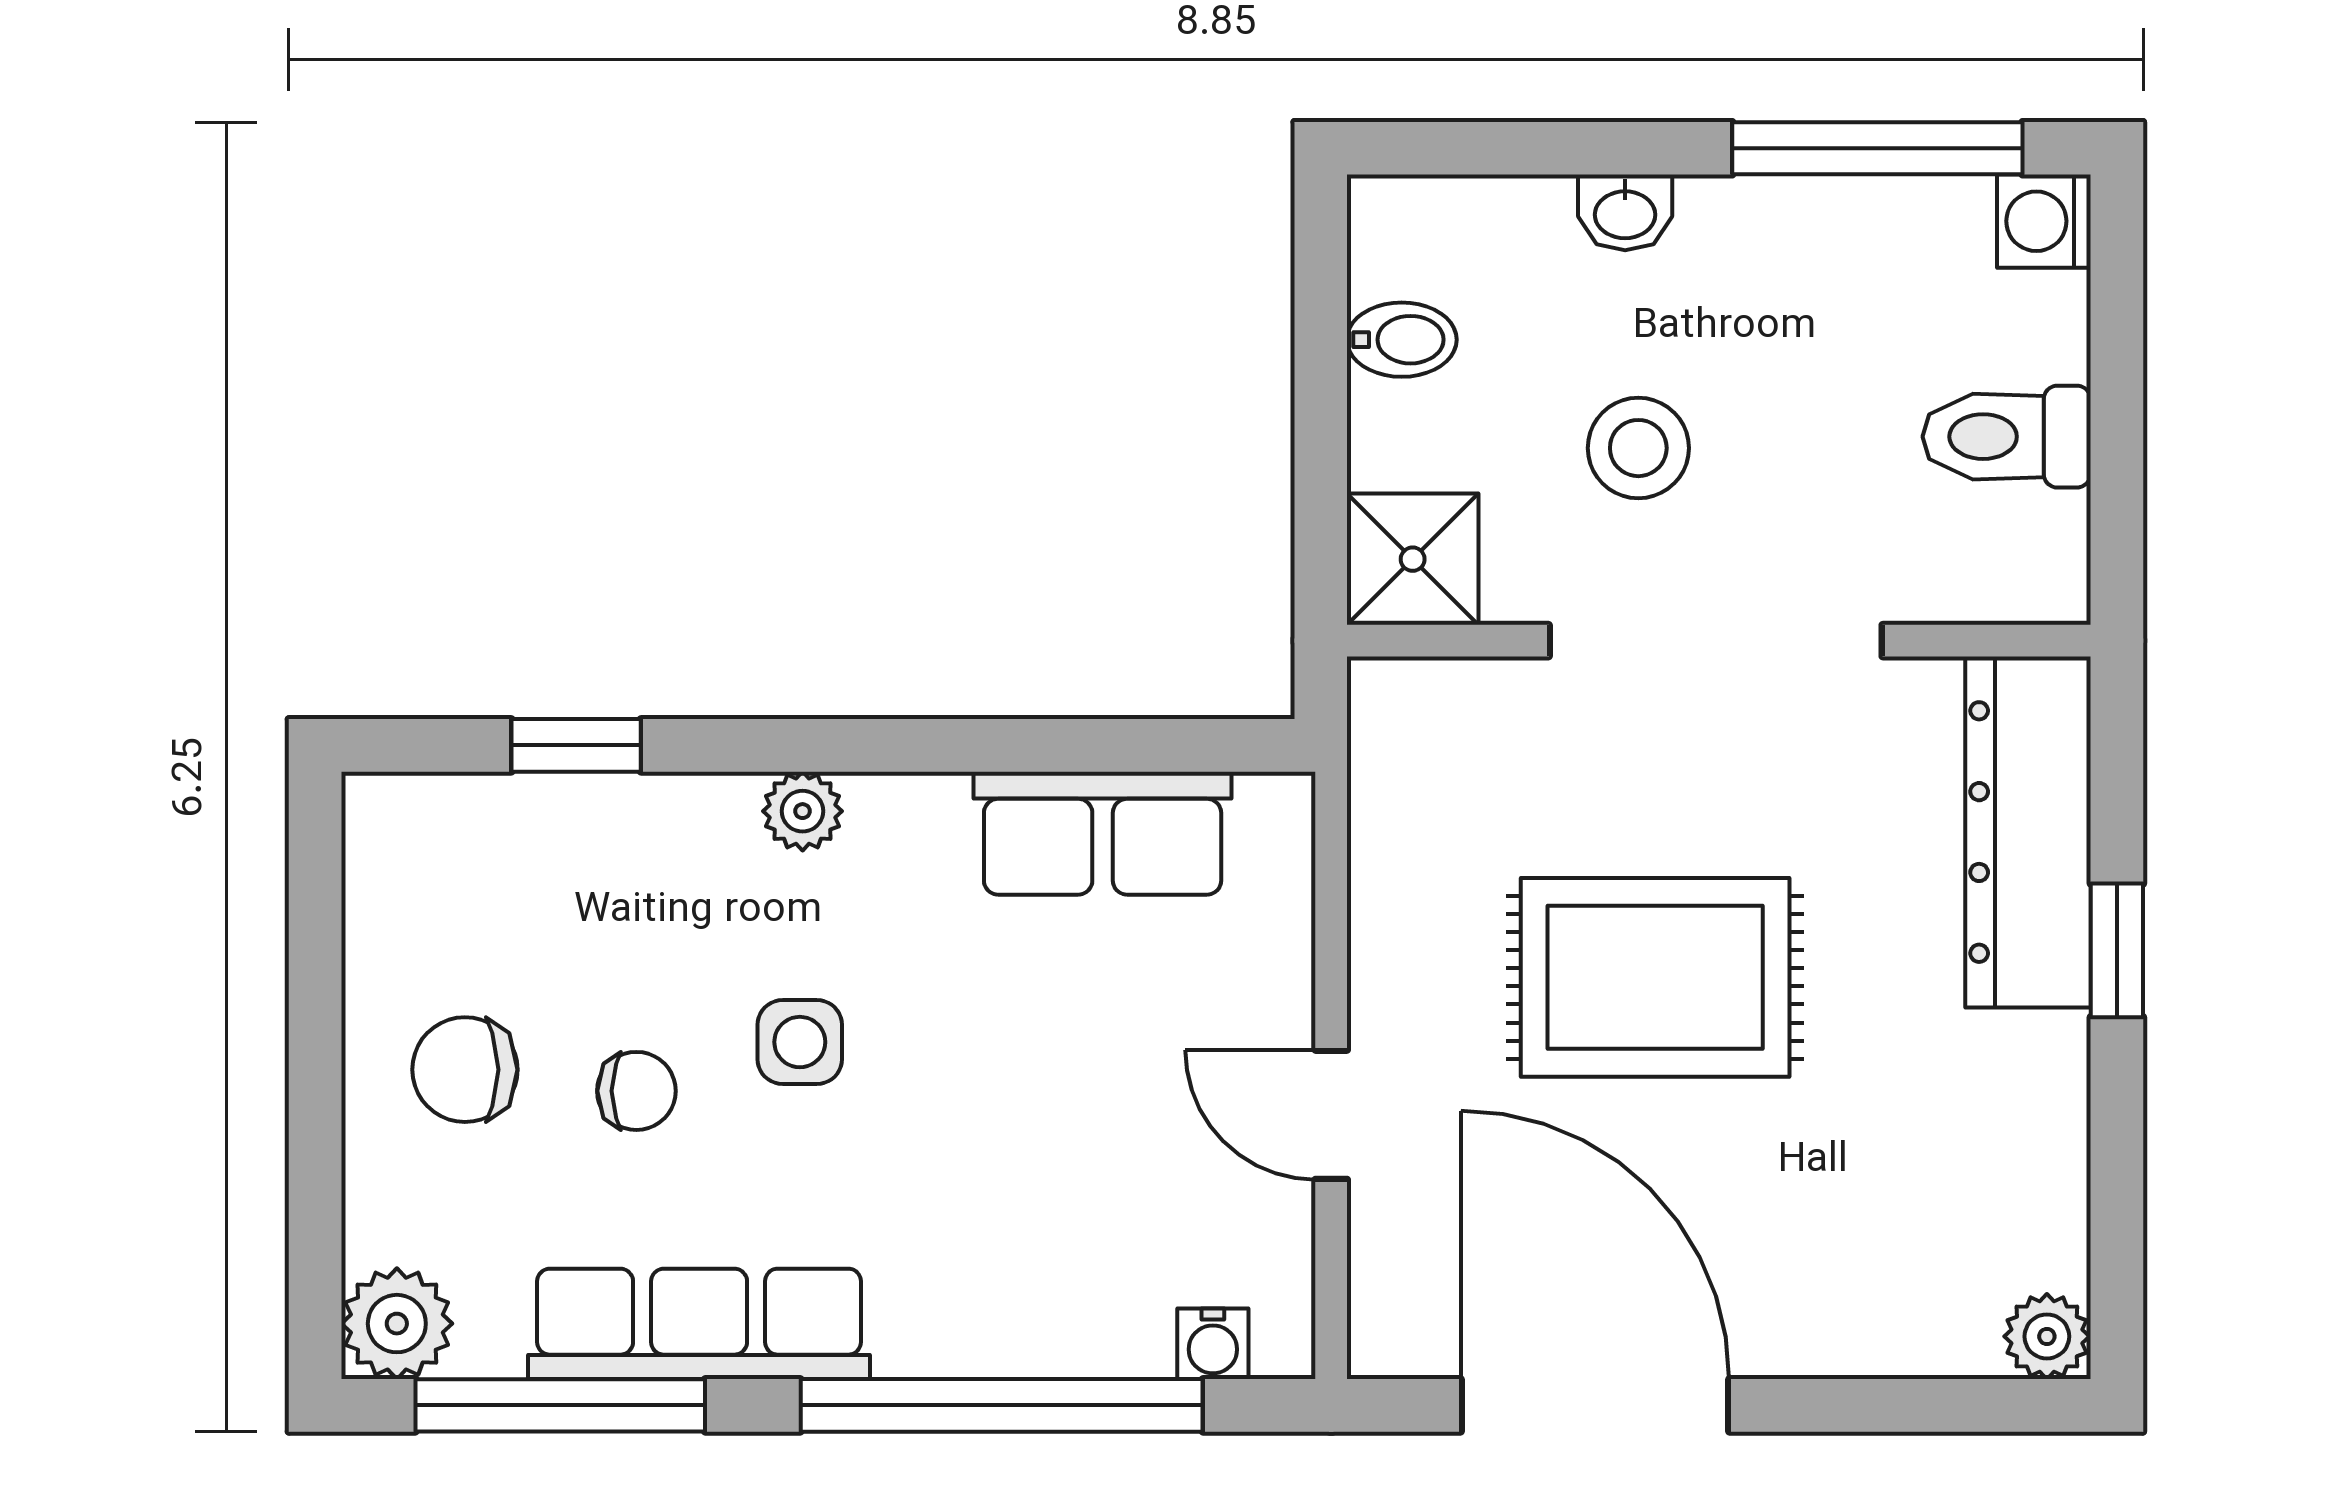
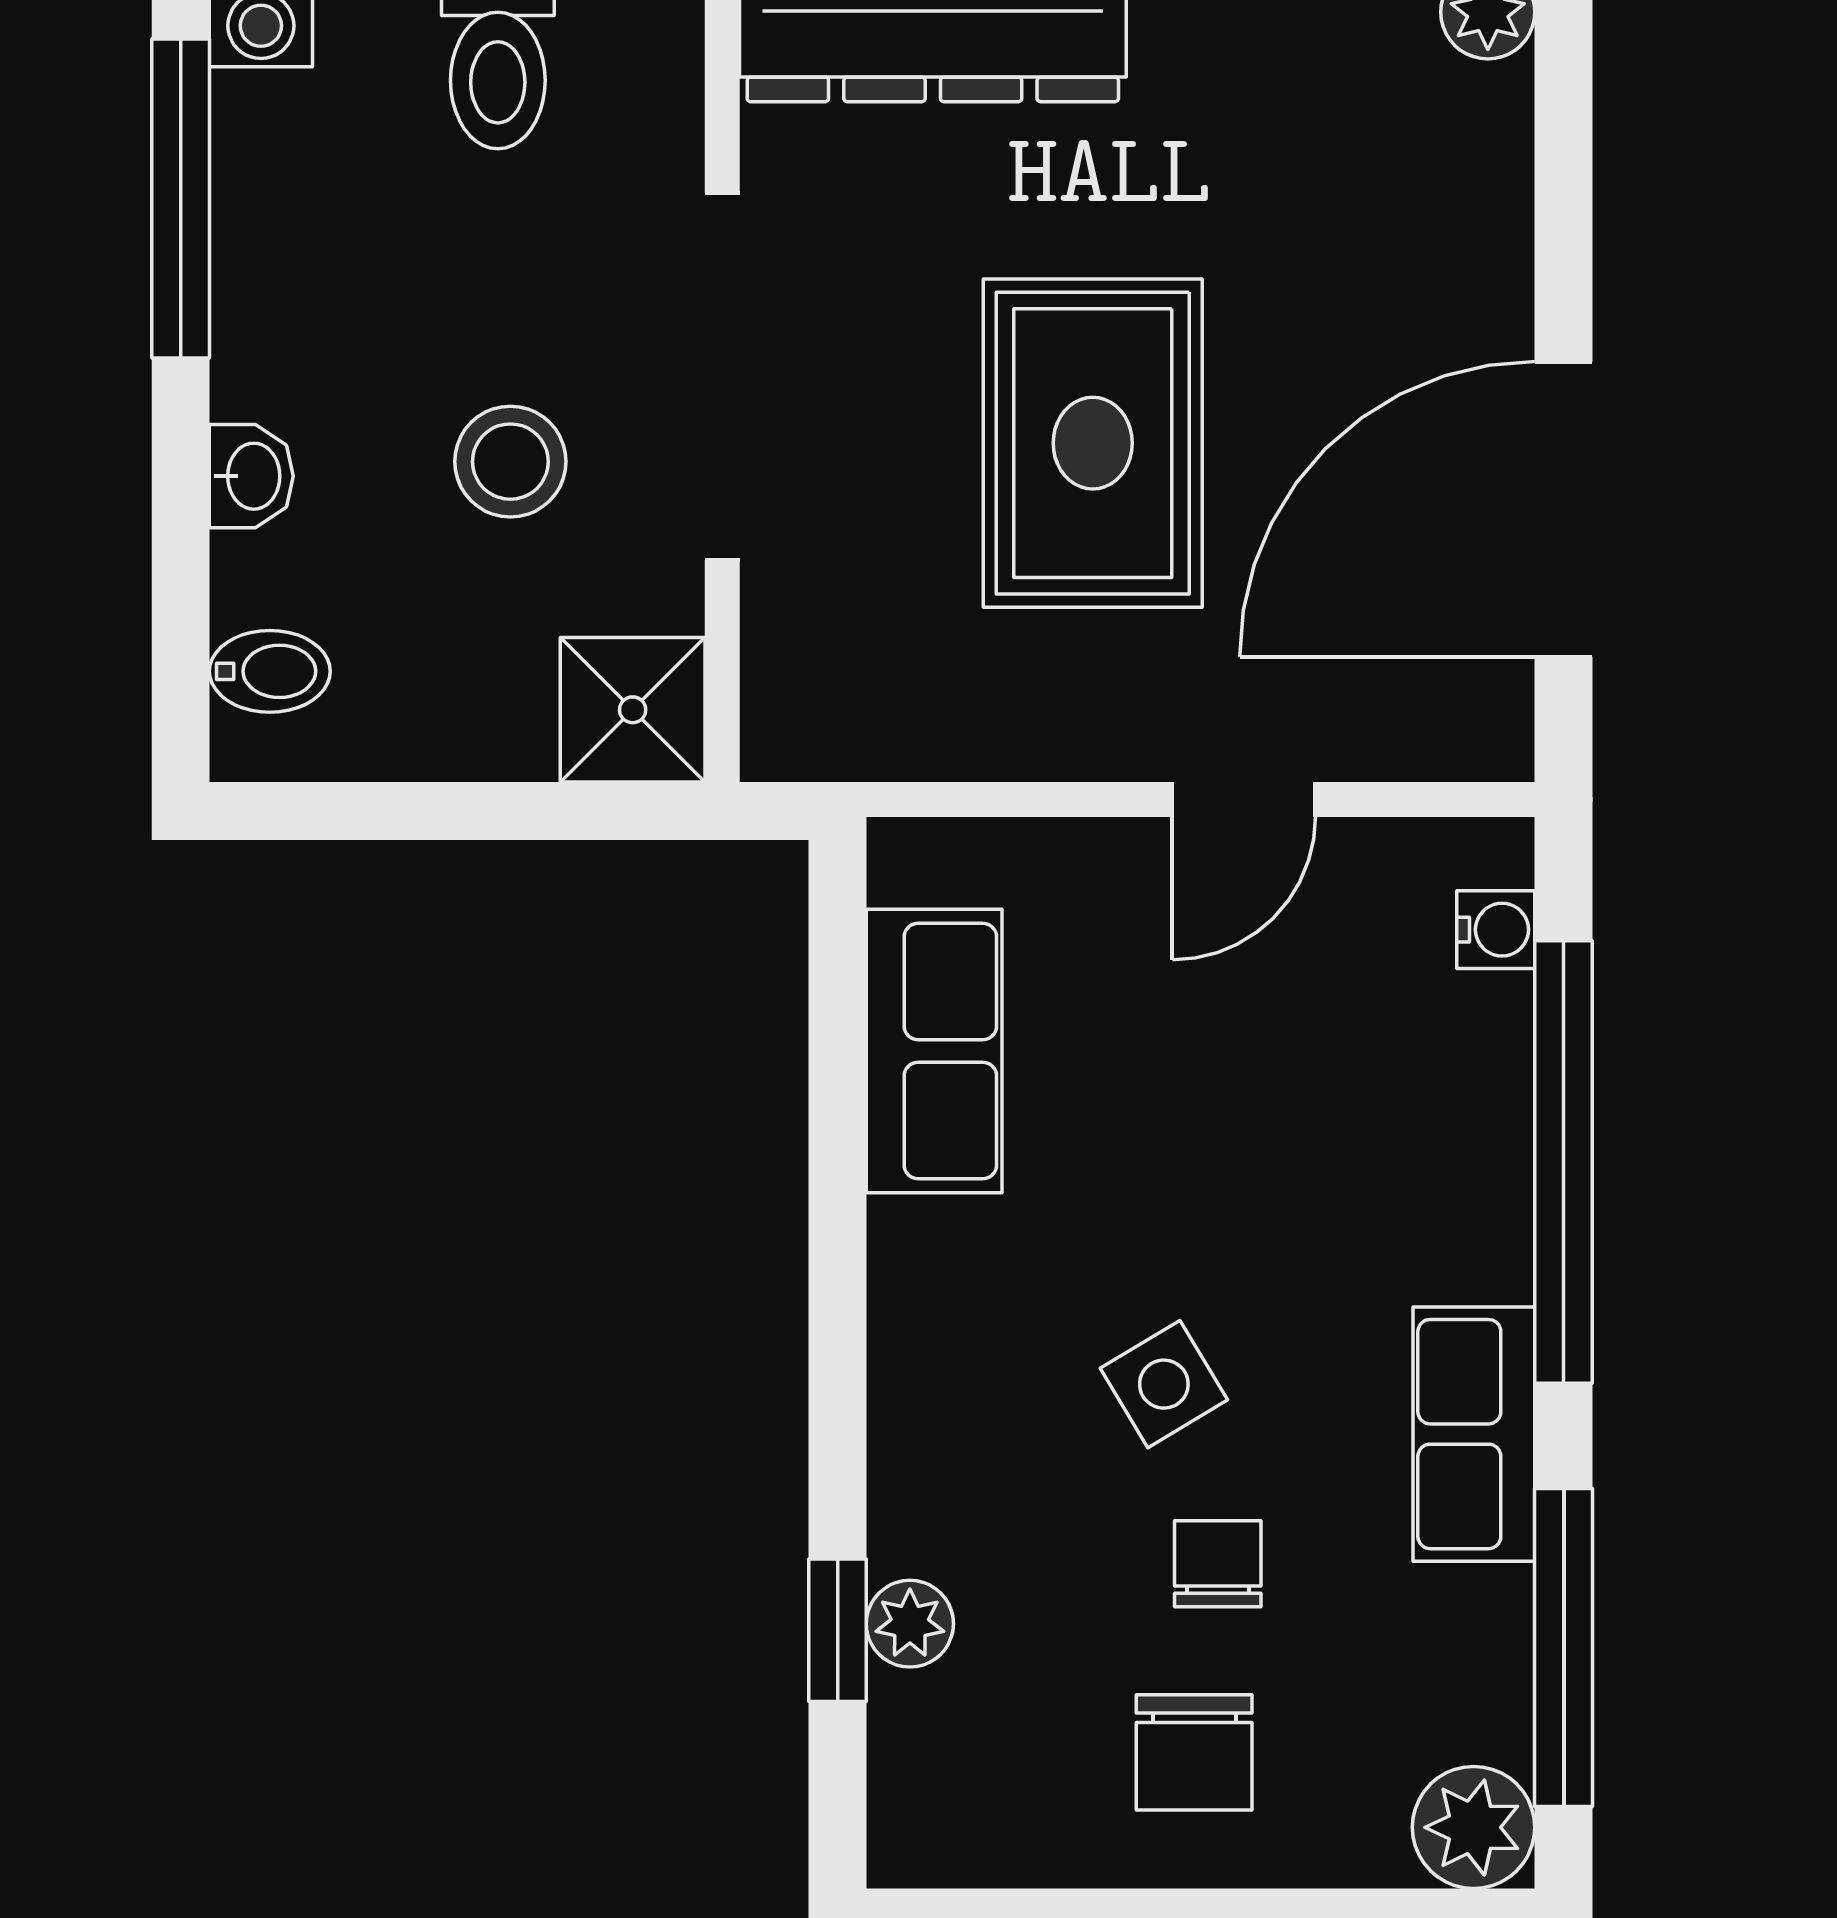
bidet: (1402, 340) -> (270, 671), moved, turned 90
plant: (803, 811) -> (910, 1624), moved
side table: (800, 1042) -> (1164, 1384), turned -31
row of seats: (699, 1324) -> (1474, 1434), width x0.68

